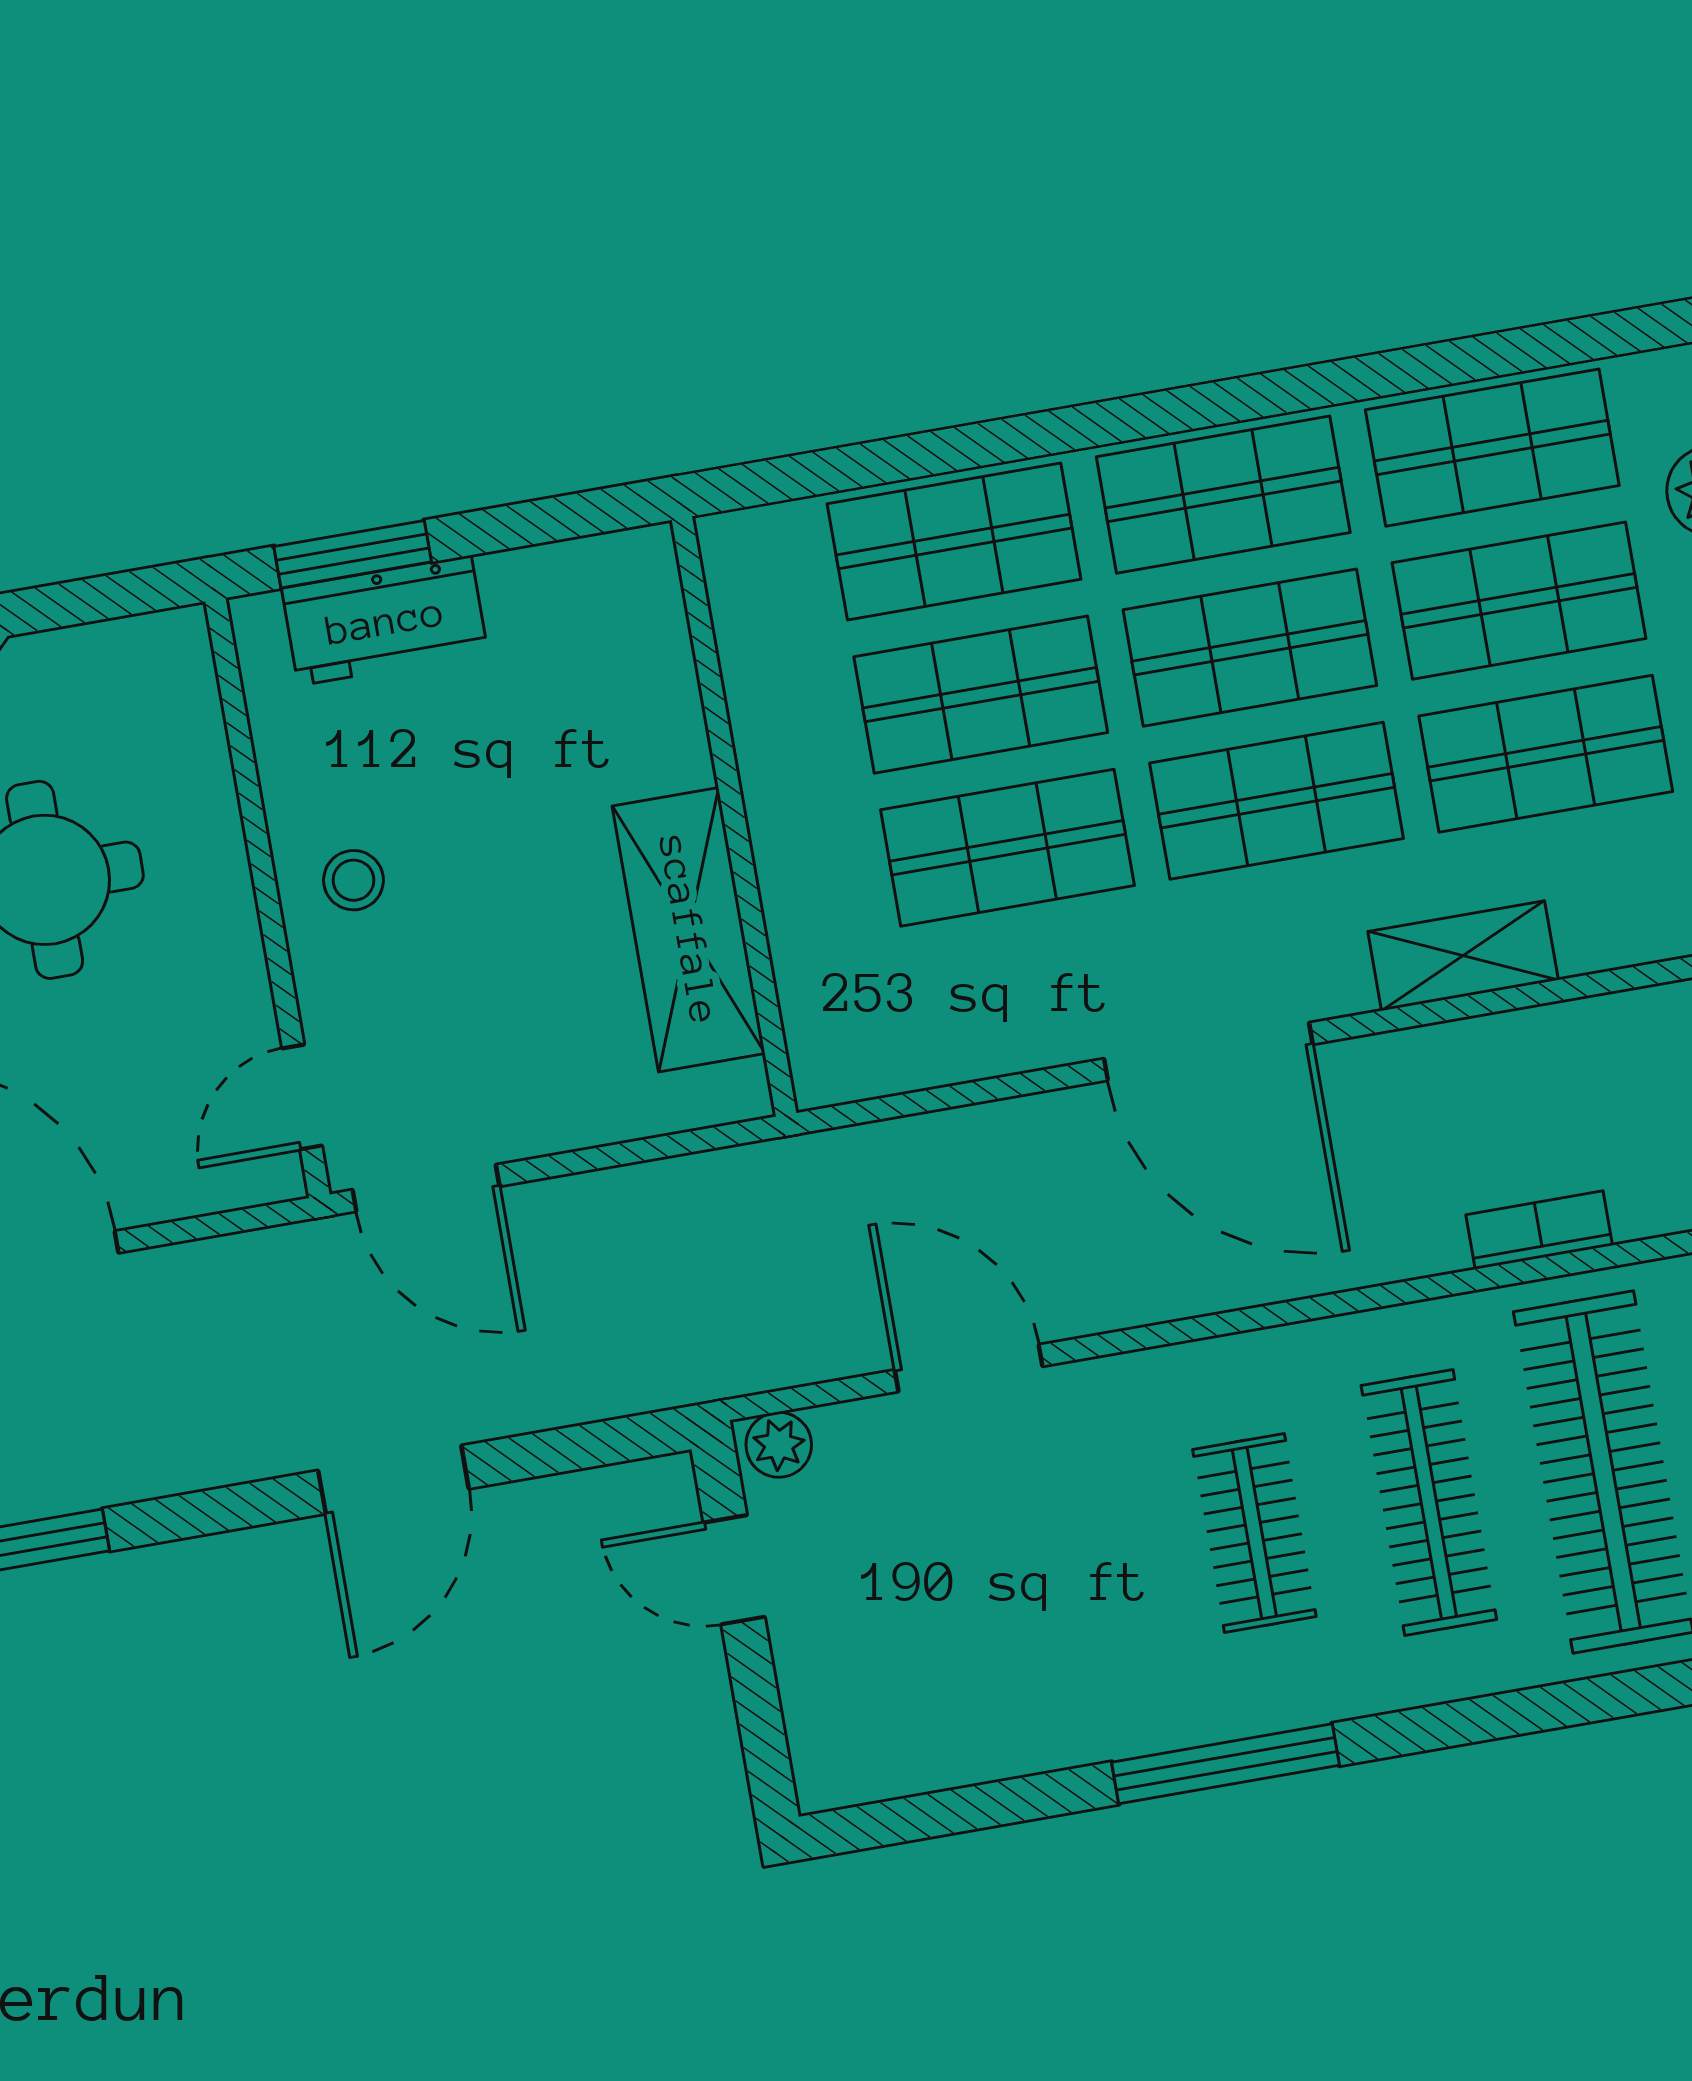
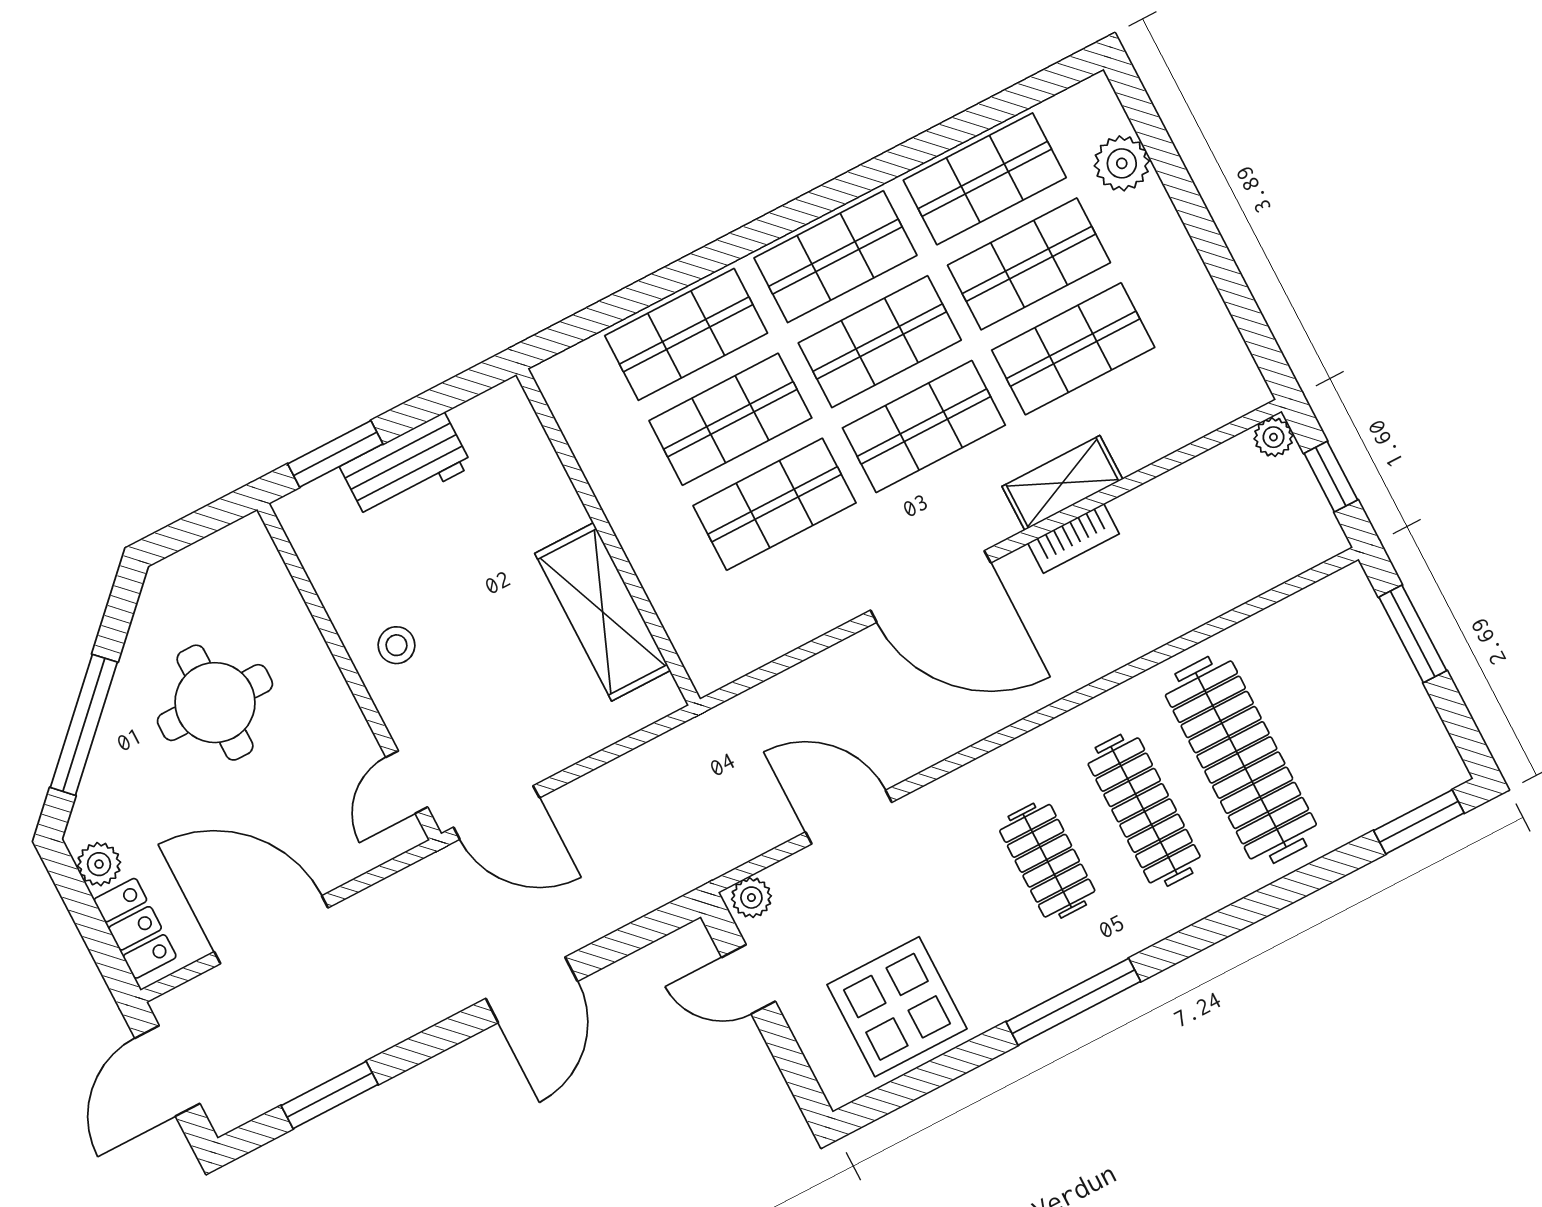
workbench: (385, 621) -> (406, 466), moved
bookcase: (1539, 1230) -> (1074, 538), moved, turned 180
display table: (950, 1685) -> (897, 1007), added

